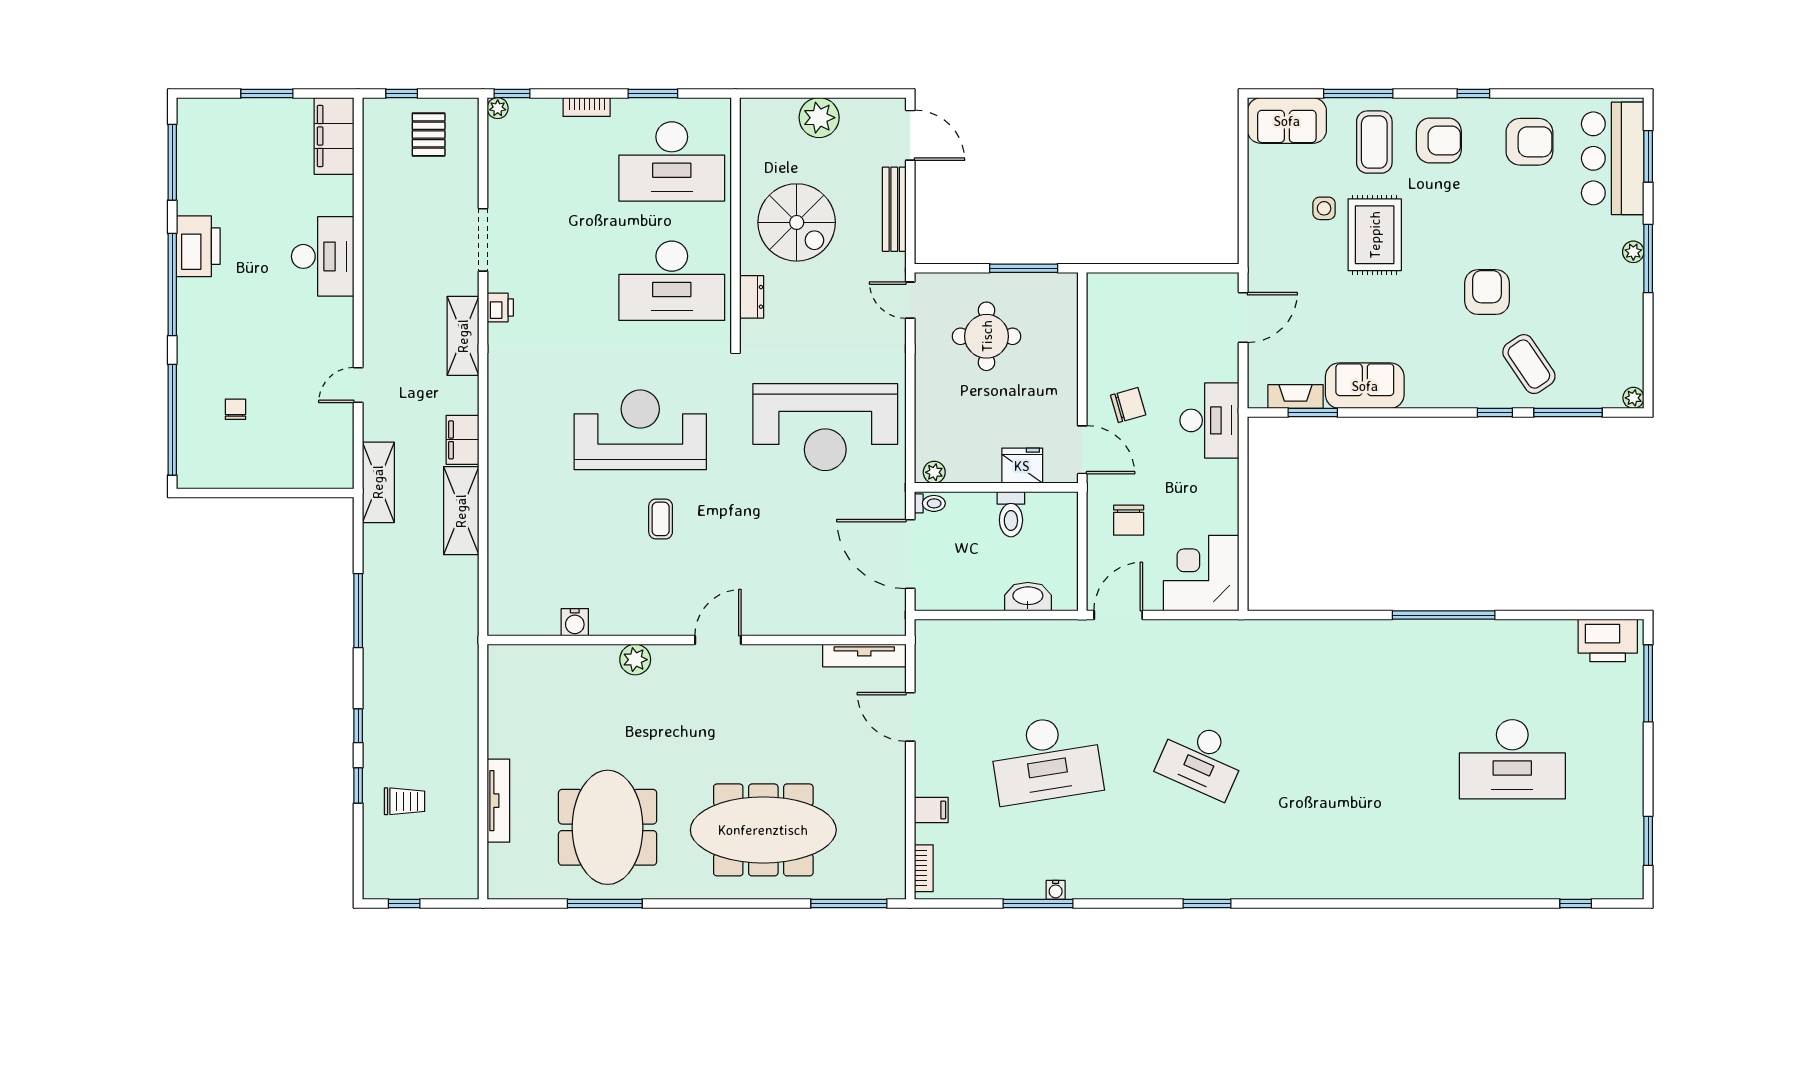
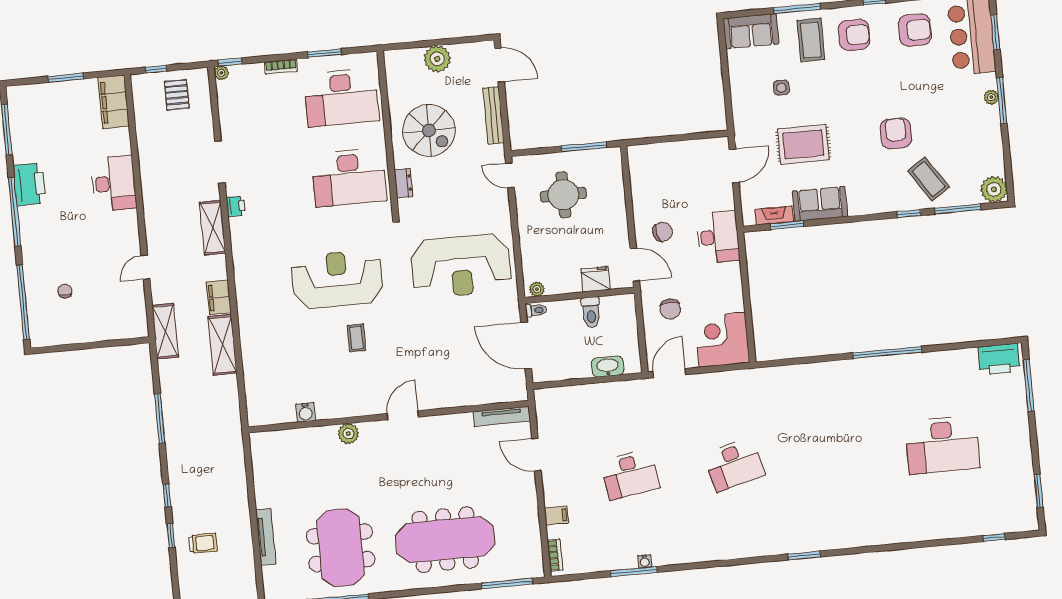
rug: (1375, 235) -> (803, 144), moved, turned 90
plant: (1633, 398) -> (994, 189), width x1.88, depth x1.88
desk: (1046, 759) -> (630, 474), width x0.73, depth x0.77
desk: (1201, 759) -> (734, 465), turned -39
window: (1207, 904) -> (804, 555), moved

